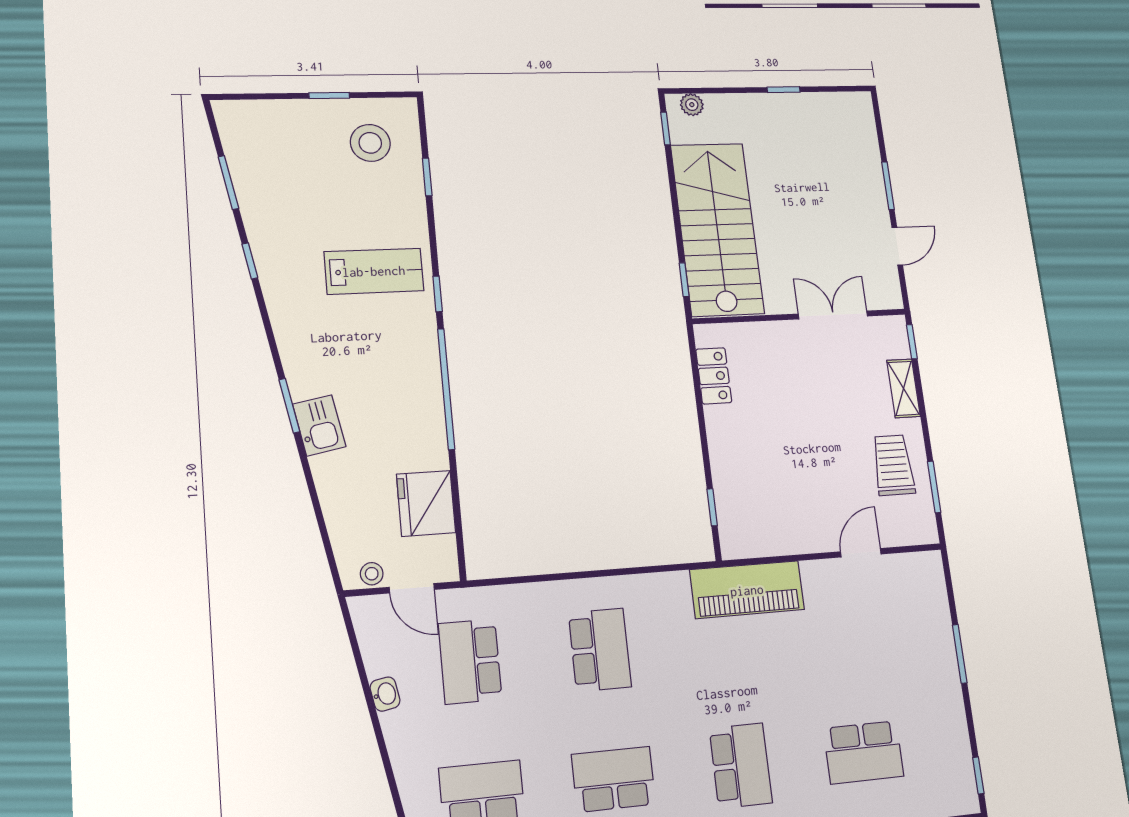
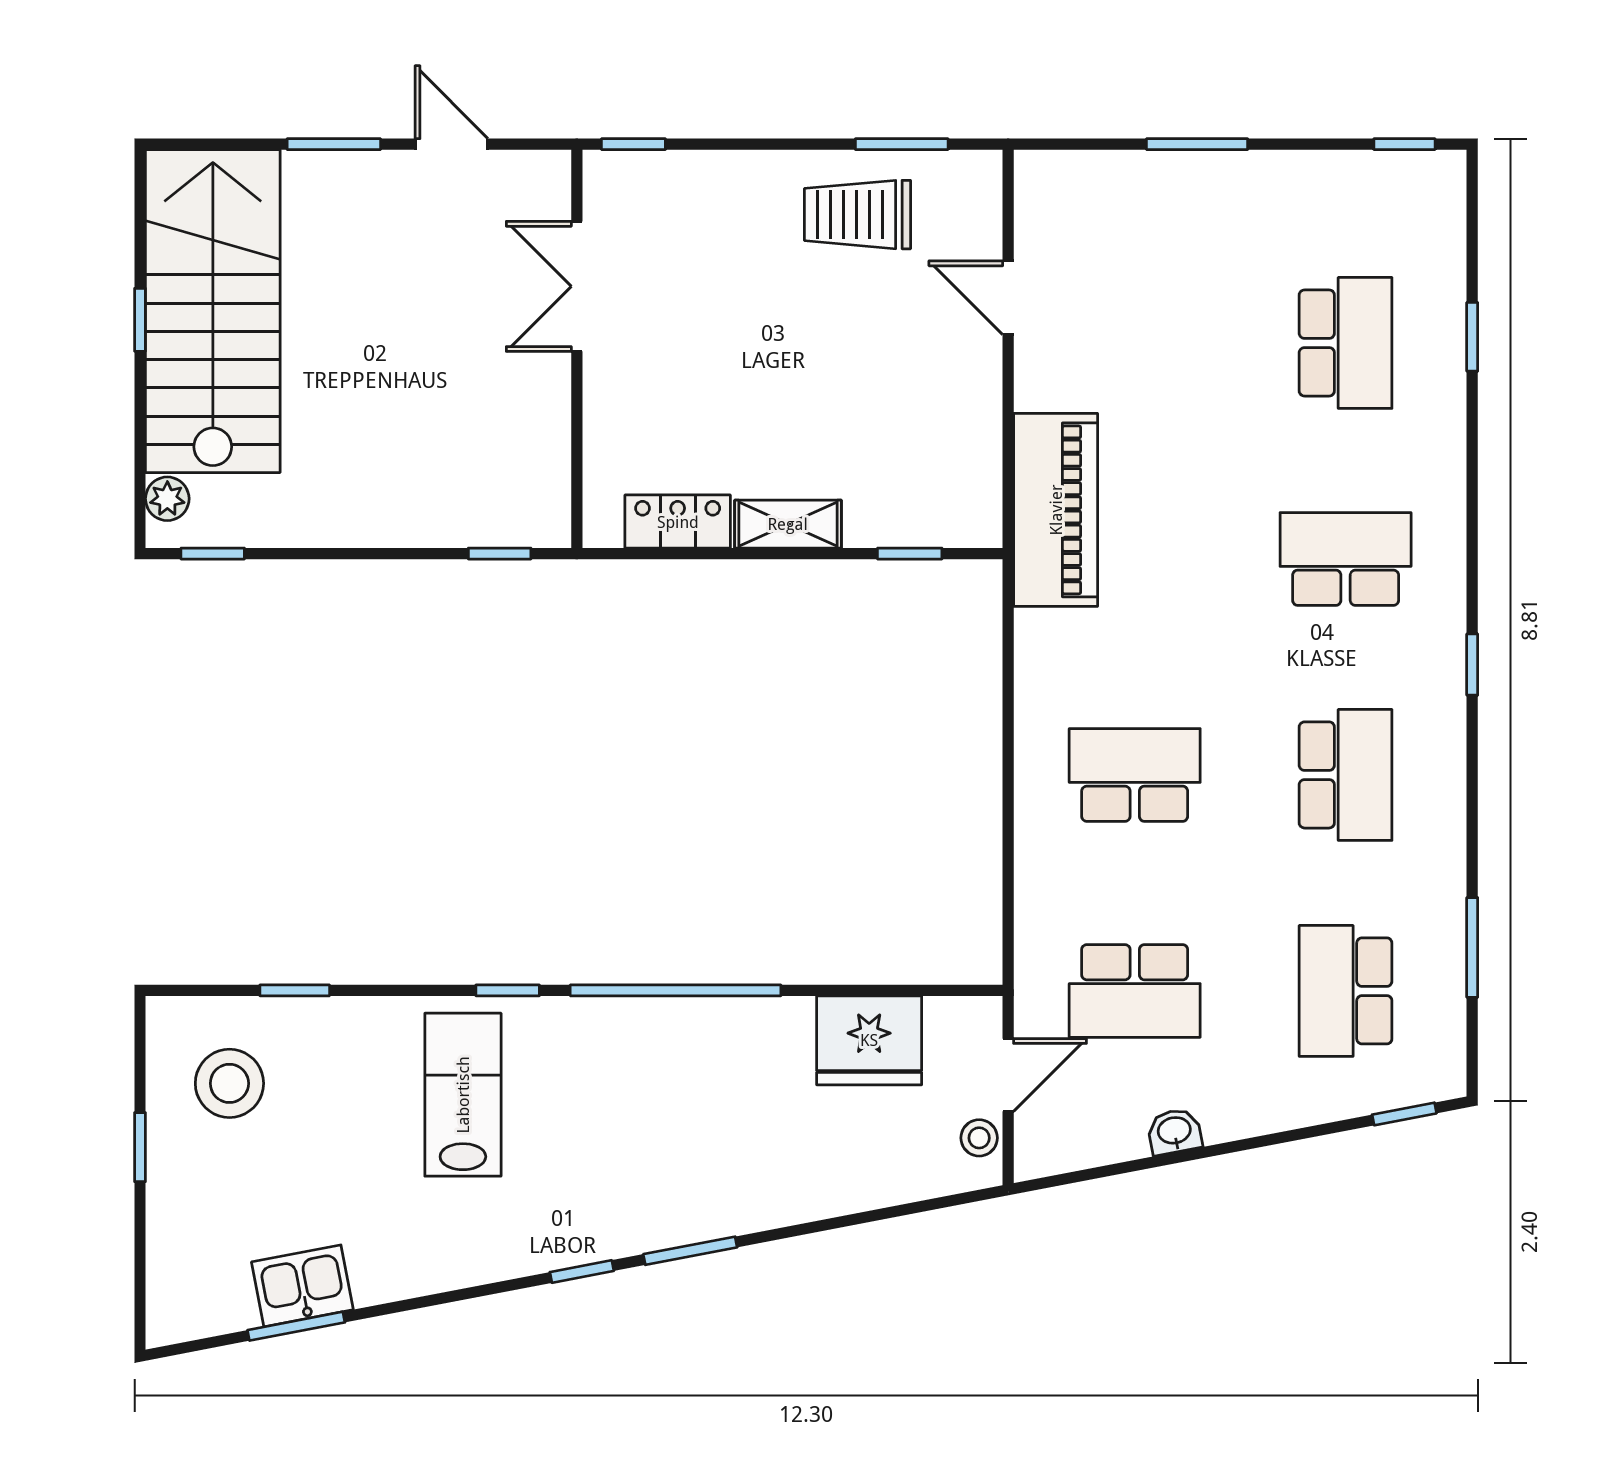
stairs: (717, 229) -> (213, 311), moved, turned 90
window: (250, 261) -> (582, 1272), moved
shelving: (904, 388) -> (788, 524), moved
kitchen sink: (319, 425) -> (302, 1286), moved
school desk: (614, 779) -> (1346, 775), turned 180

